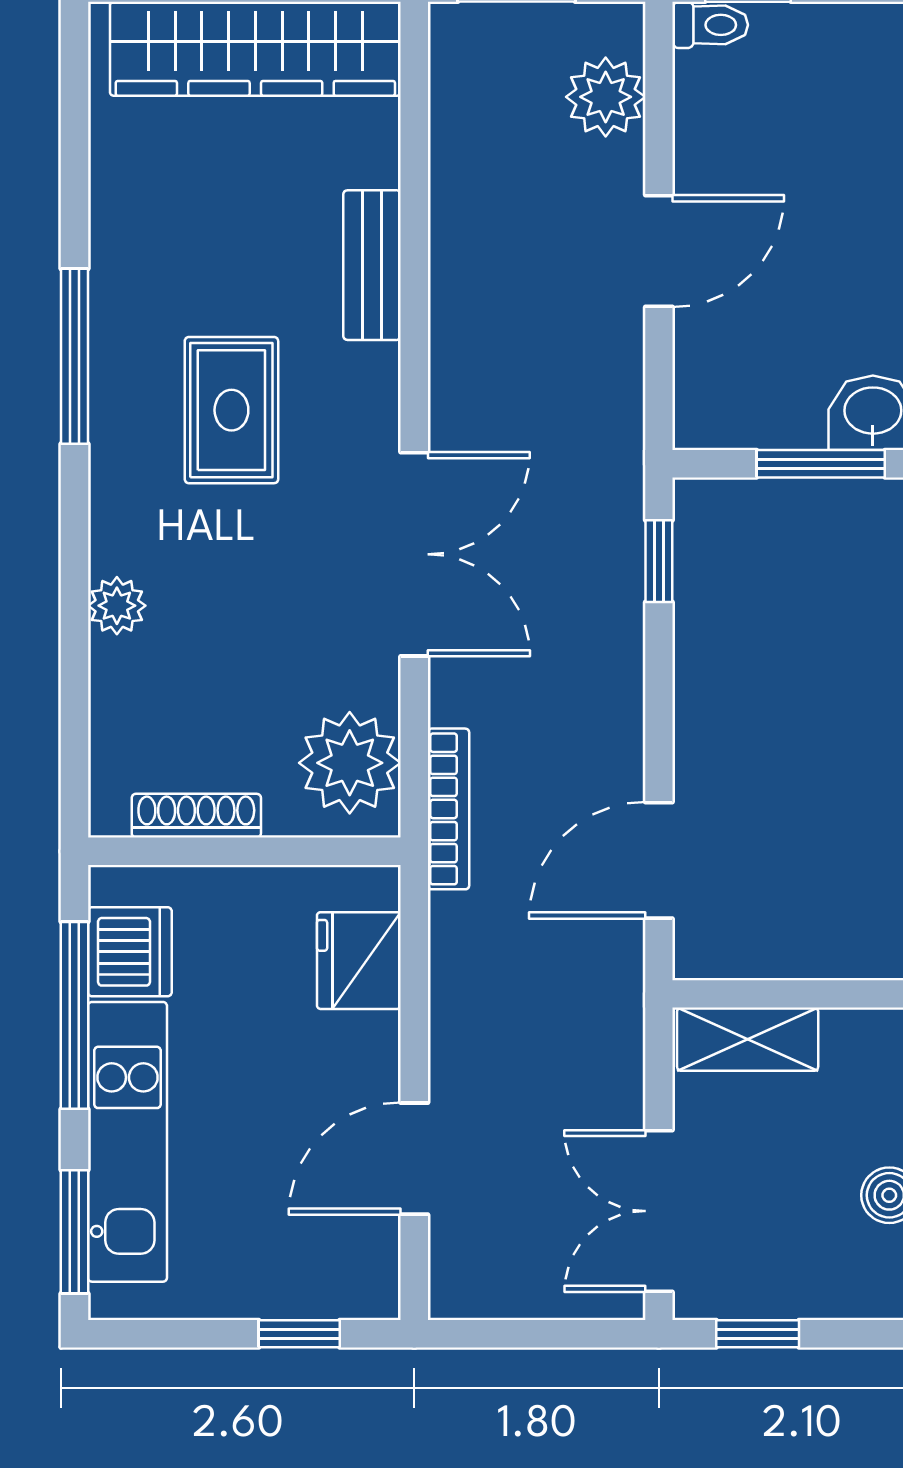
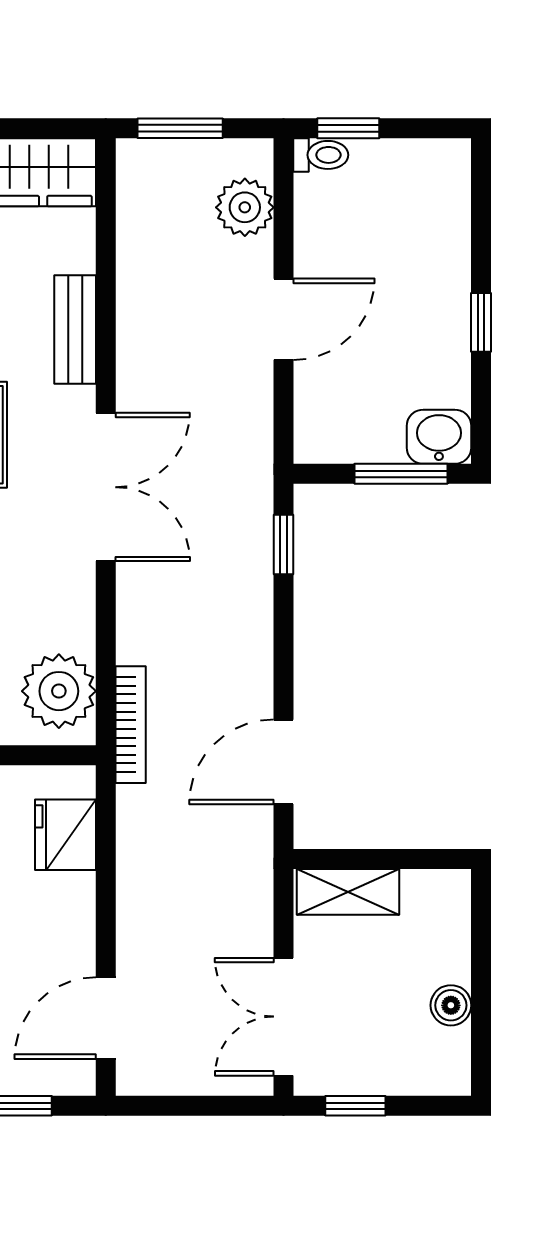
double door: (414, 554) -> (106, 487), moved
door: (414, 1159) -> (106, 1018), moved

